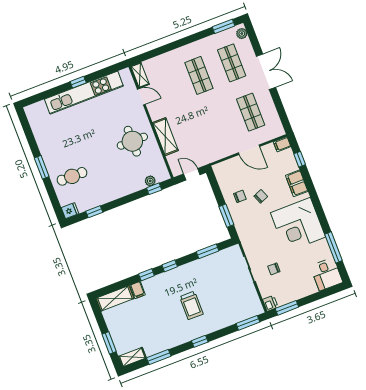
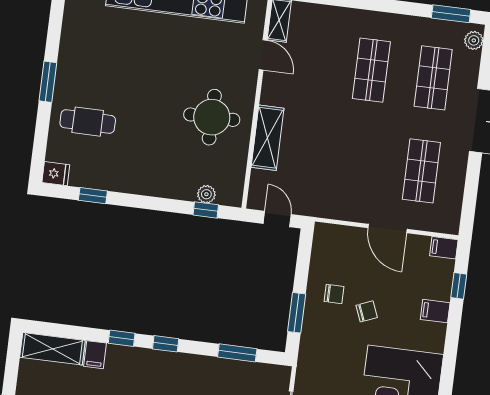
filing cabinet: (297, 183) -> (435, 311), width x0.50

